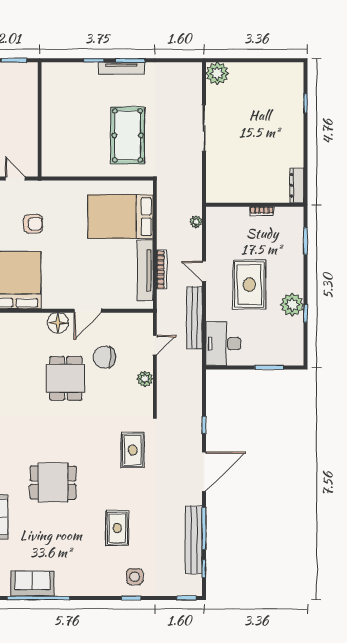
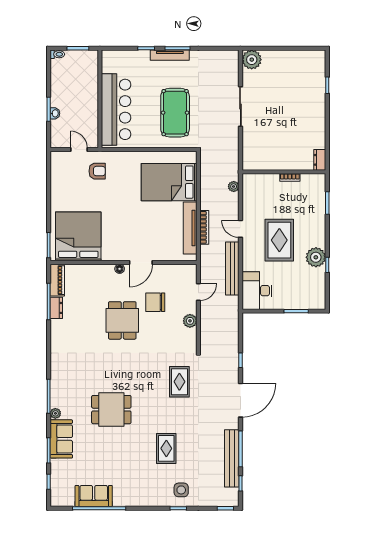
bar counter: (59, 132) -> (116, 109), added
dresser: (297, 185) -> (320, 160), width x0.70
armchair: (33, 224) -> (97, 171), moved
floor lamp: (58, 323) -> (120, 269), width x0.53, depth x0.53

